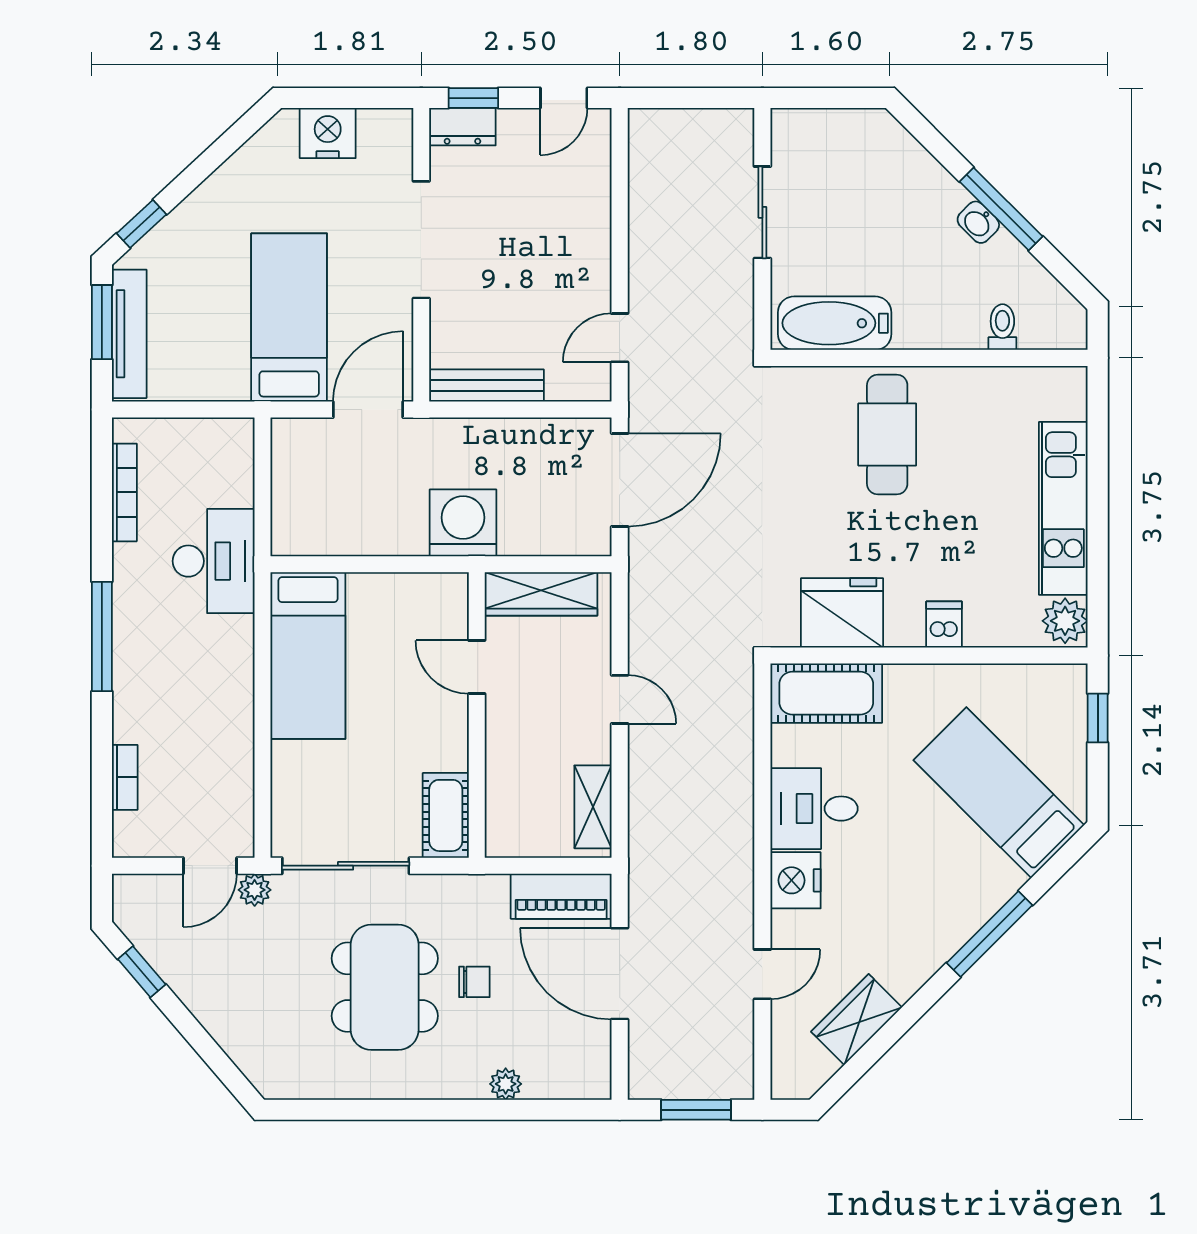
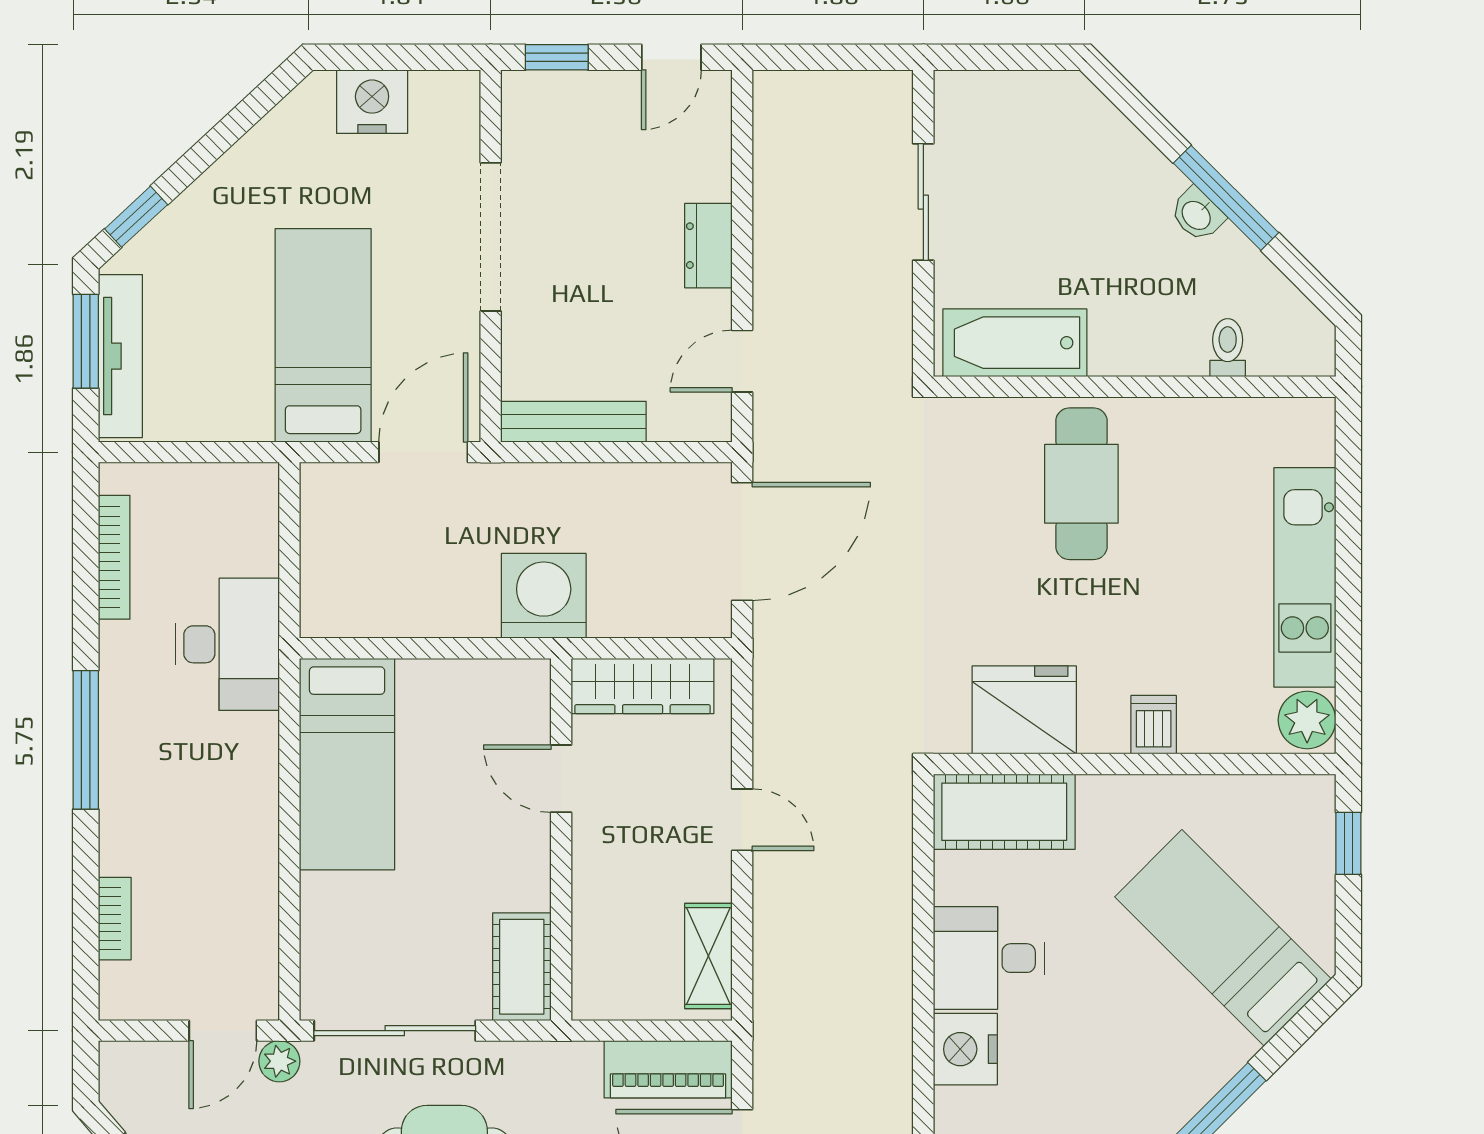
dresser: (462, 127) -> (708, 246), moved, turned 90

